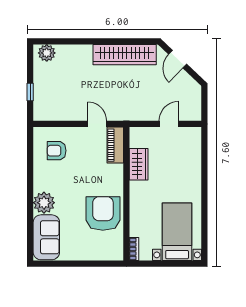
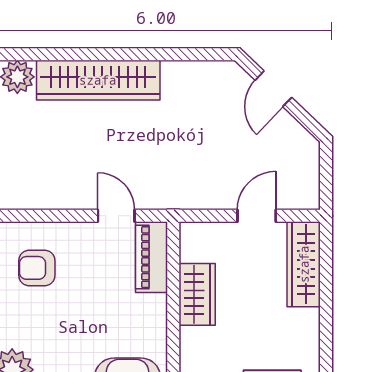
wardrobe: (125, 55) -> (98, 80), moved
wardrobe: (193, 149) -> (304, 264), added

